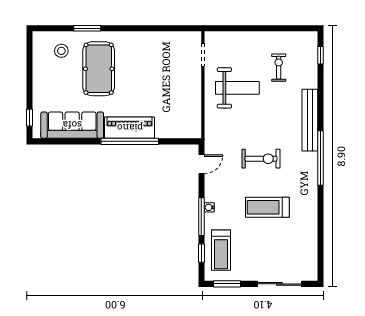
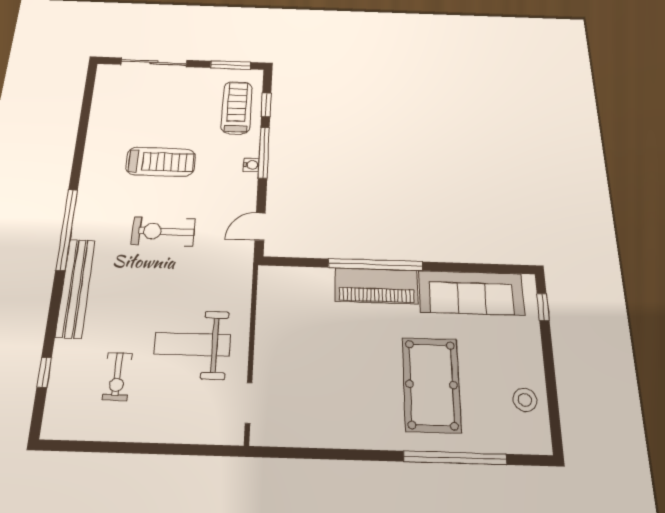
window: (87, 28) -> (455, 458), width x2.11
stool: (61, 51) -> (525, 400), moved
window: (321, 55) -> (44, 372), moved

